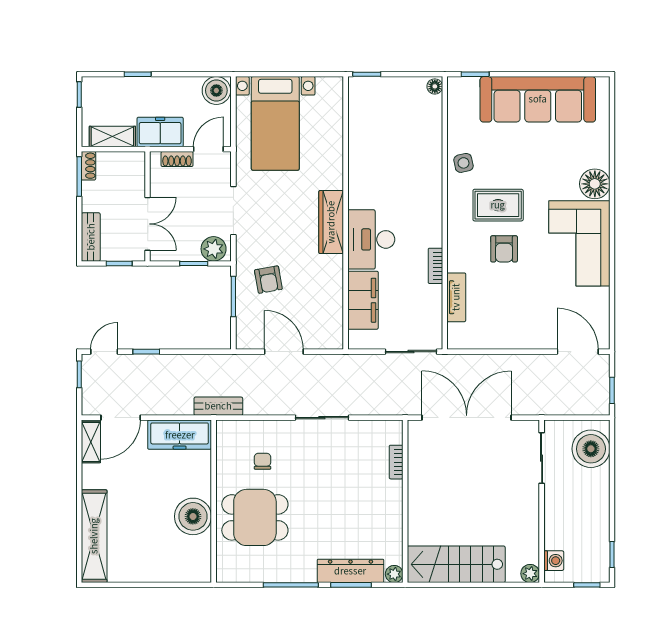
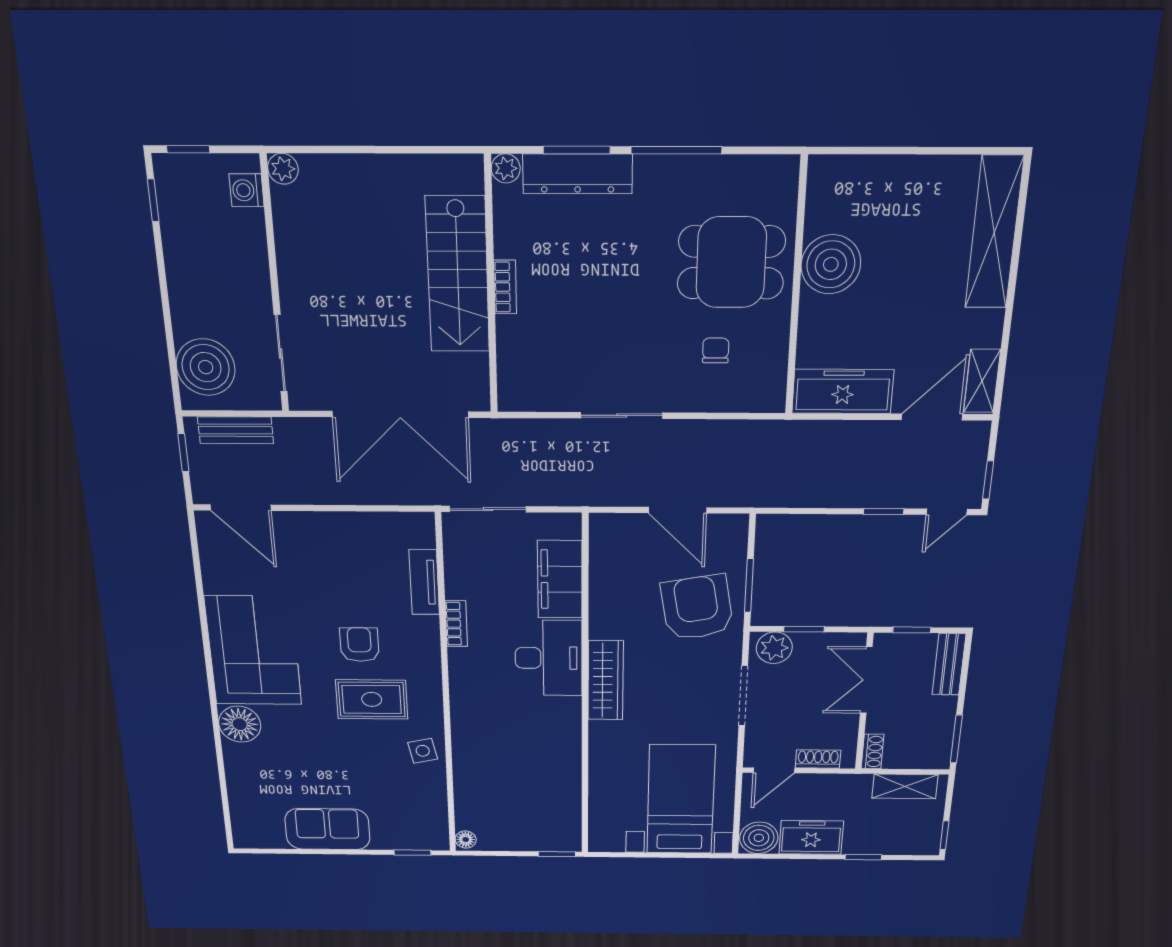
sofa: (538, 99) -> (327, 829), width x0.54, depth x0.79
freezer: (160, 132) -> (811, 837), moved, turned 180
shoe rack: (89, 166) -> (872, 751), moved, turned 180
armchair: (268, 280) -> (697, 608), width x1.88, depth x1.88
bench: (218, 406) -> (236, 430), moved
chair: (262, 461) -> (716, 350), turned 180
bookcase: (396, 462) -> (505, 287), moved
stairs: (456, 564) -> (458, 275), moved, turned 90

